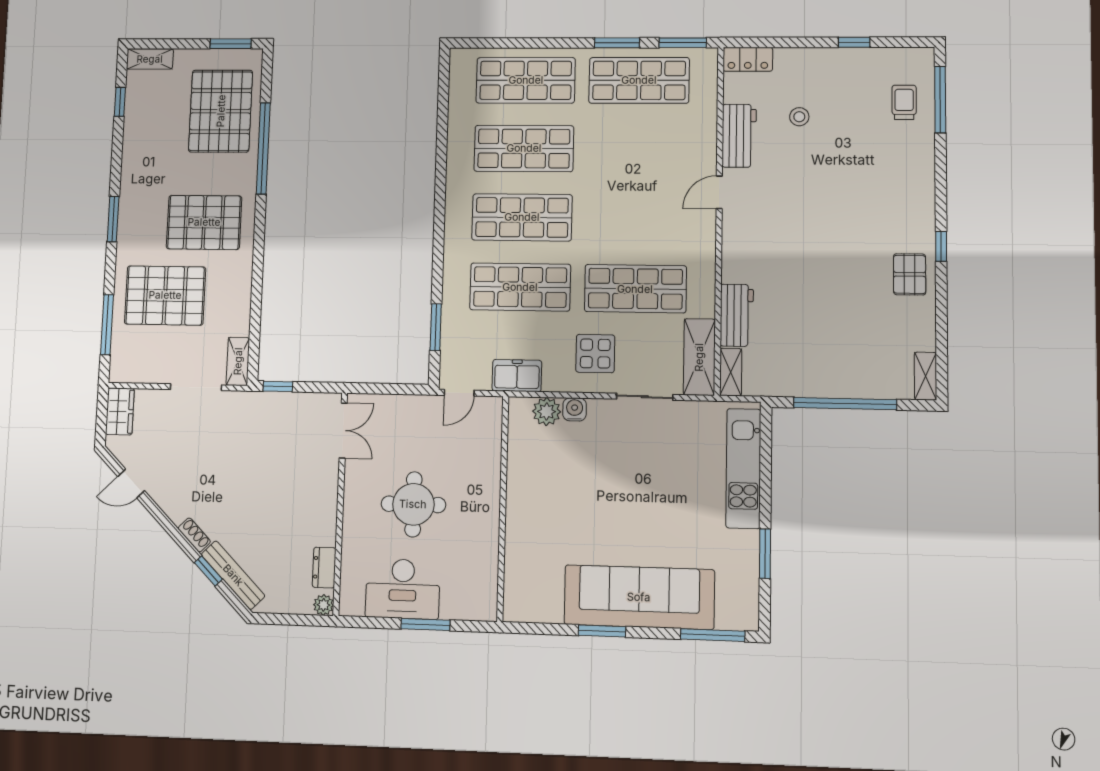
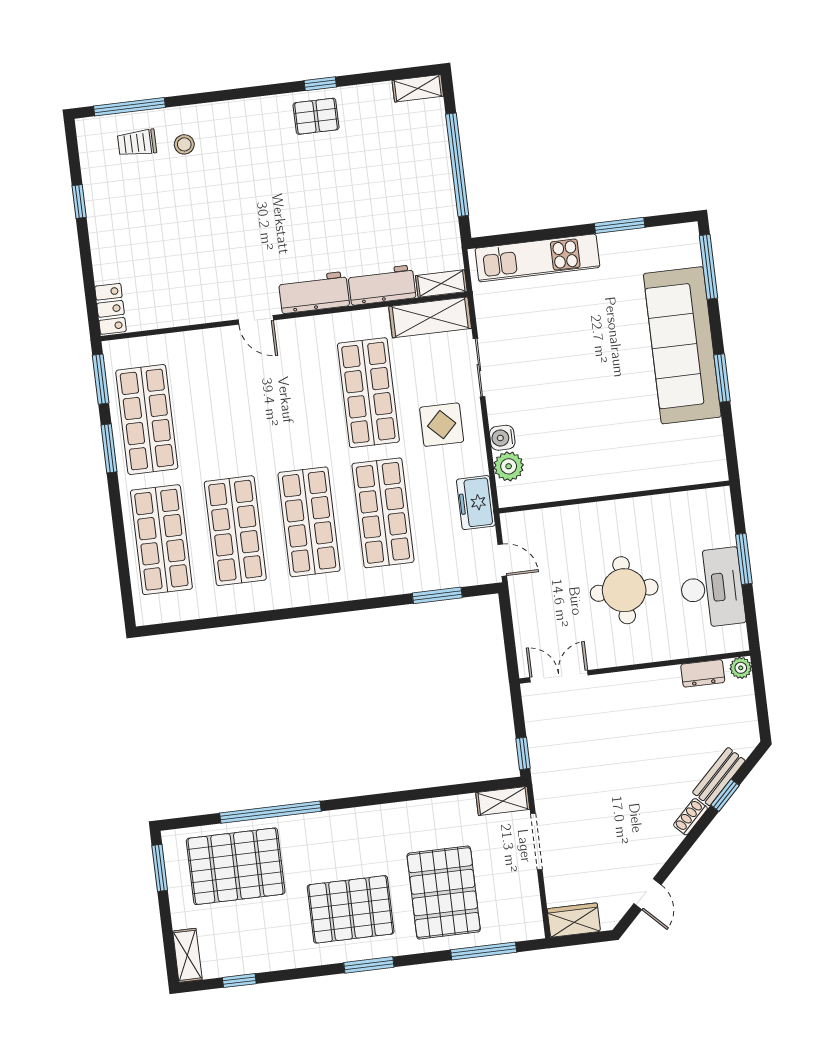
stool: (799, 117) -> (184, 144), moved
workbench: (739, 136) -> (314, 293), moved
pallet: (204, 222) -> (351, 909), moved, turned 90
window: (941, 246) -> (320, 84), moved
bench: (233, 575) -> (719, 777), width x0.73

